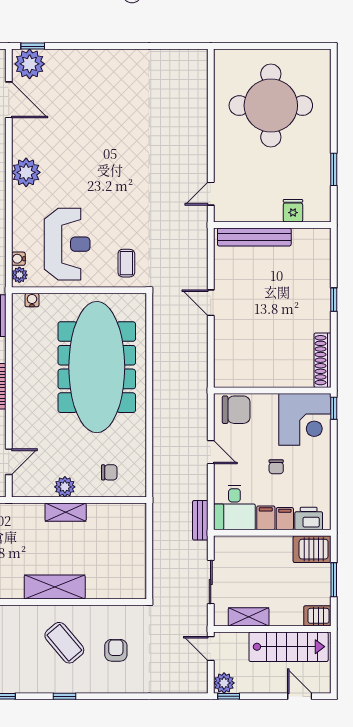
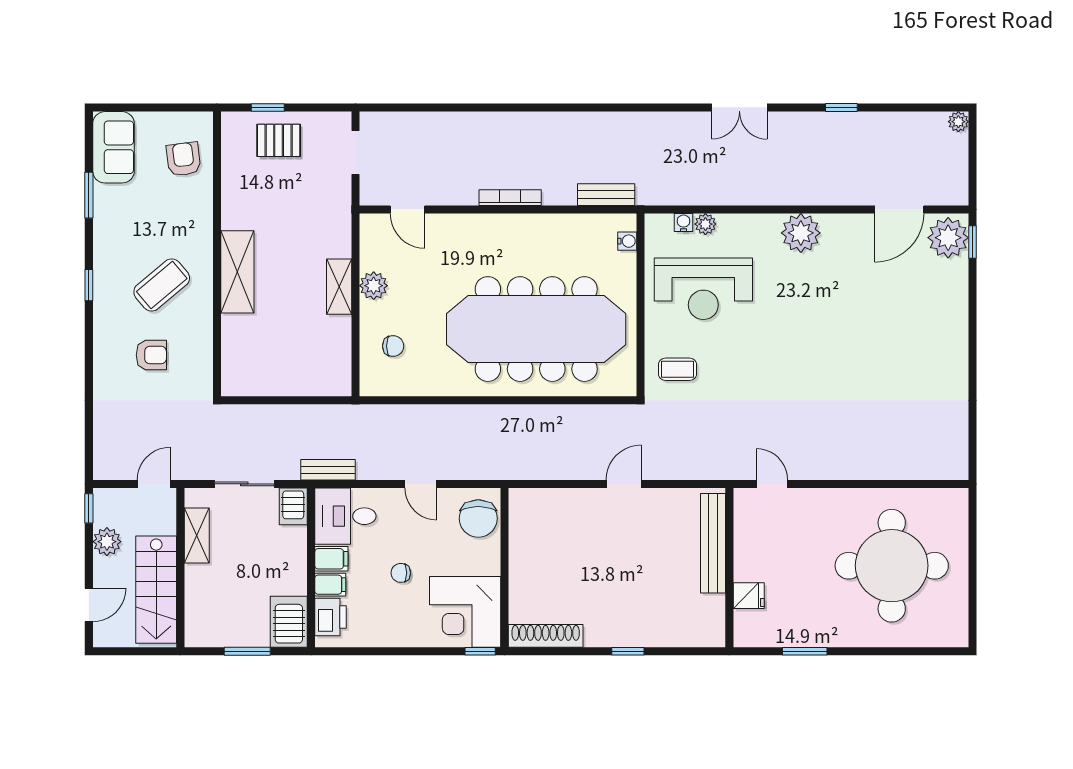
plant: (19, 275) -> (705, 224), moved
door: (211, 452) -> (421, 484), hinge flipped
chair: (109, 472) -> (393, 346), turned -90
server rack: (317, 616) -> (293, 506), moved, turned 180
plant: (224, 683) -> (107, 542), moved

